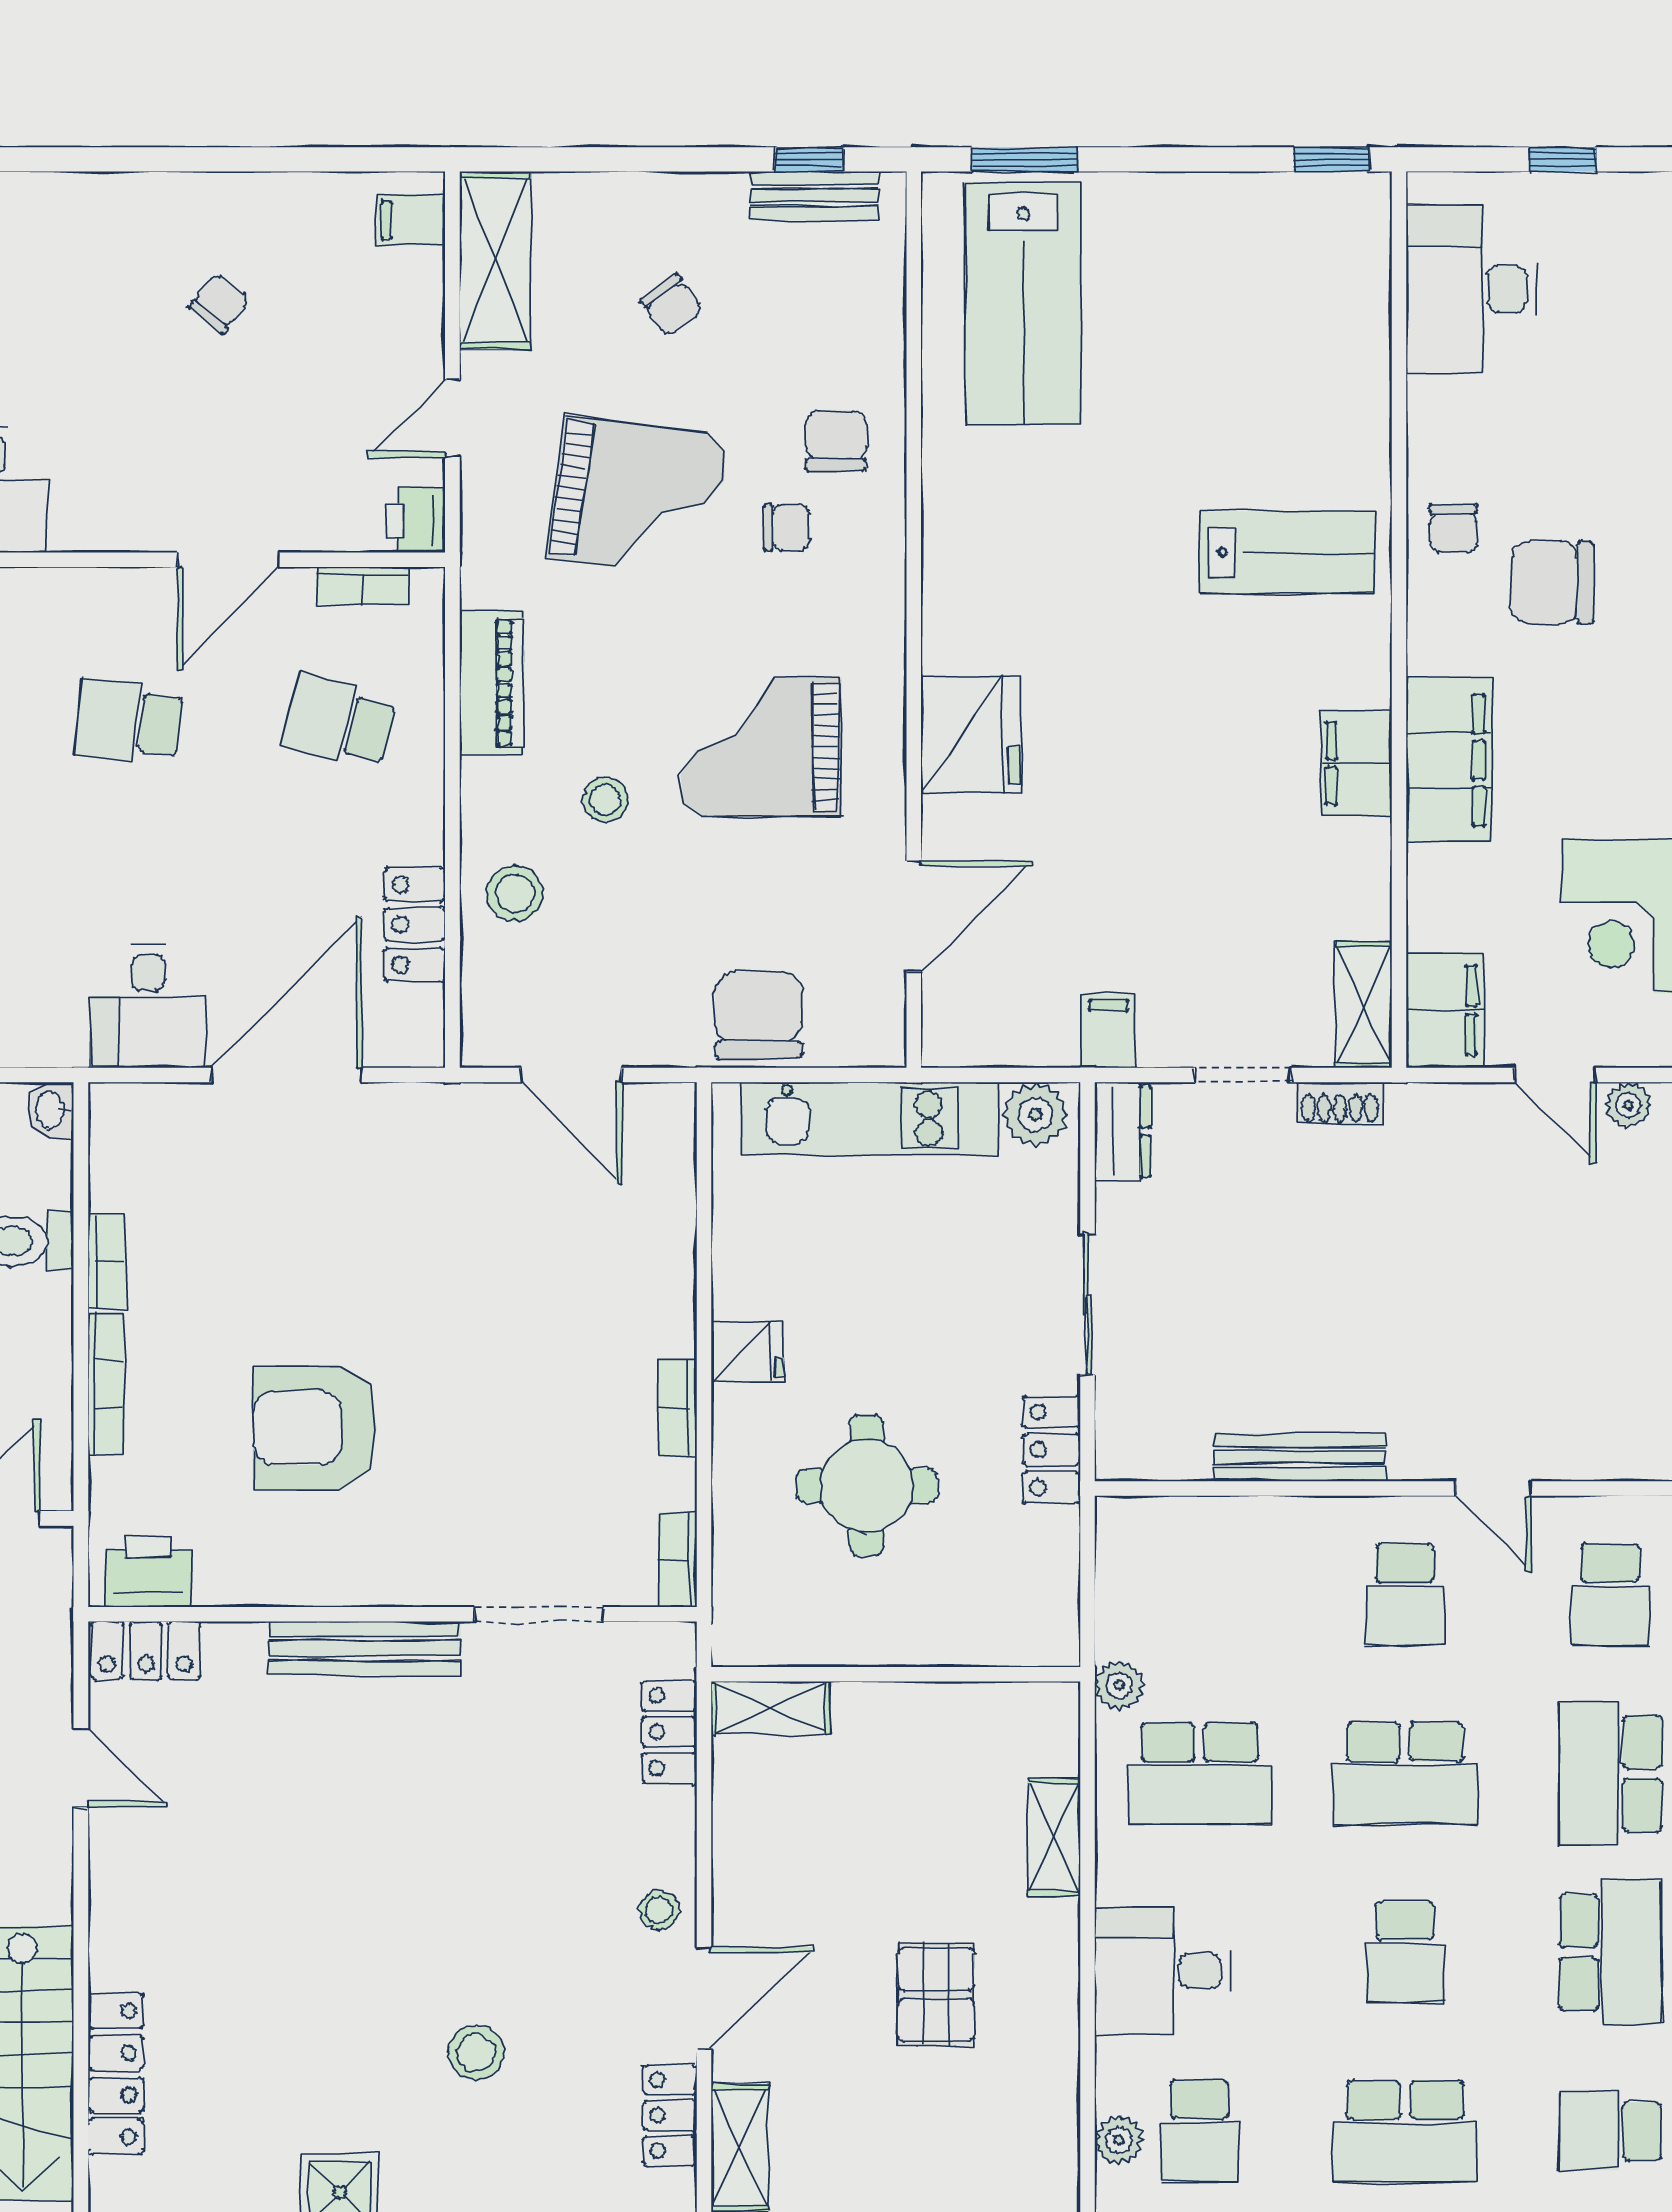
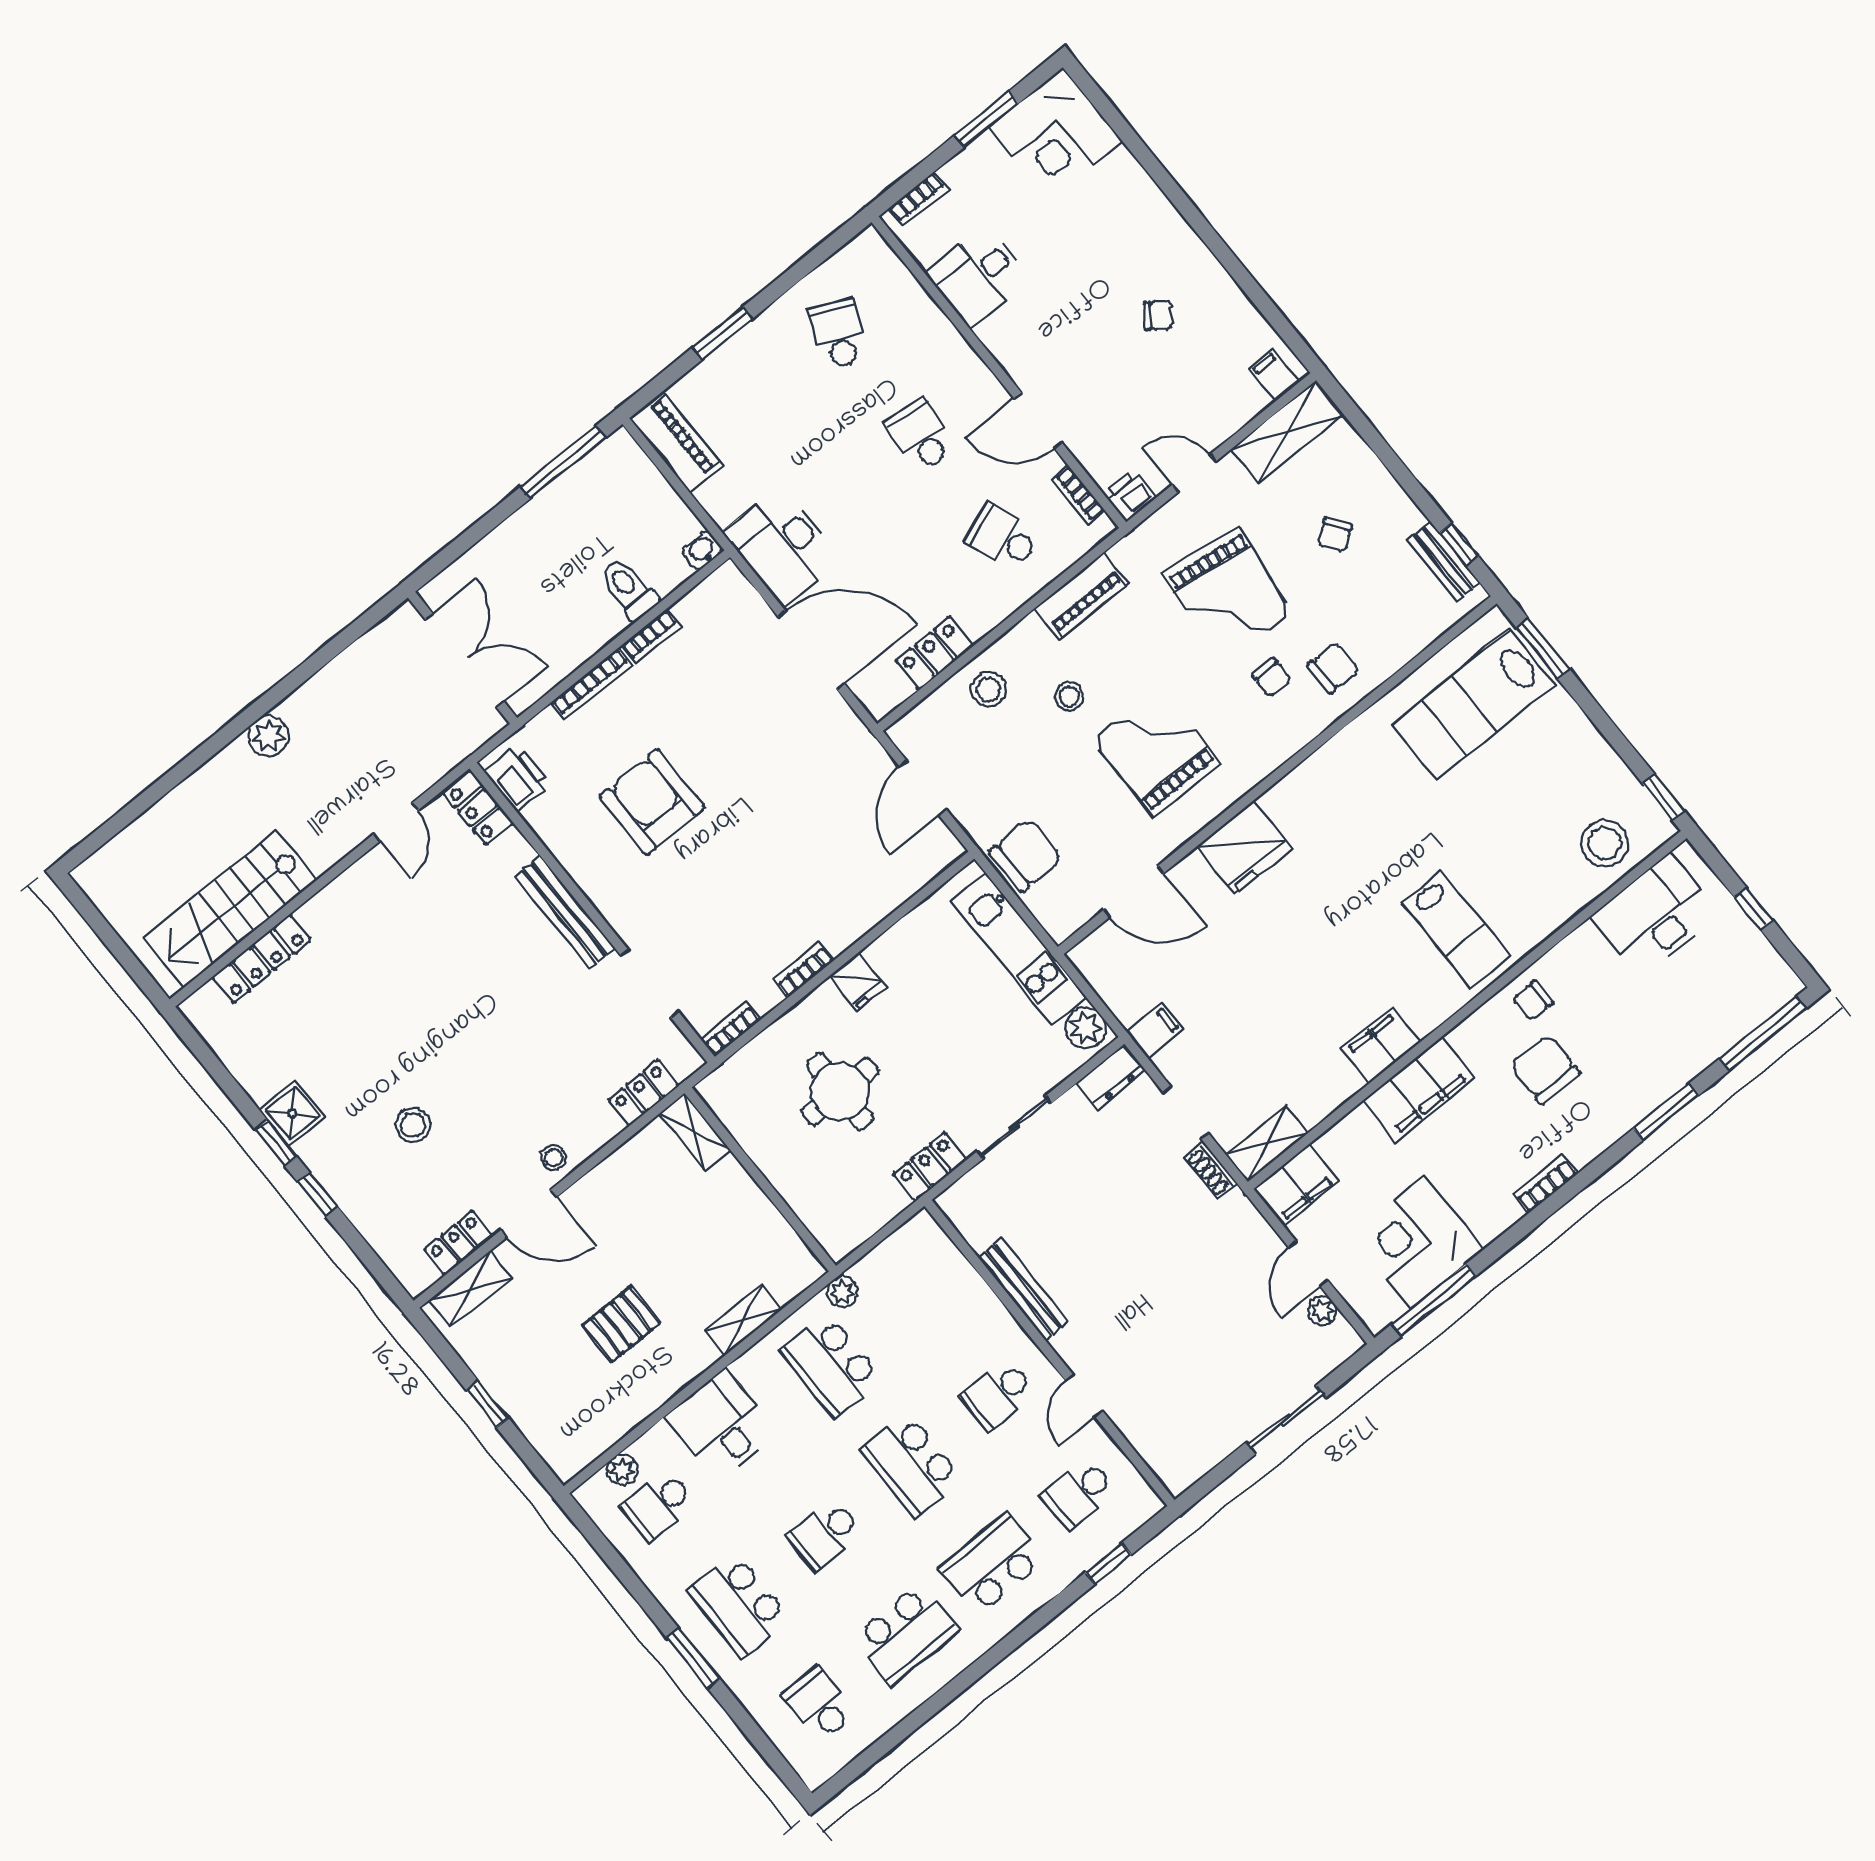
stool: (1330, 280) -> (1605, 843), added
school desk: (339, 722) -> (1003, 537), turned -36
desk: (148, 1006) -> (782, 546), width x1.37

